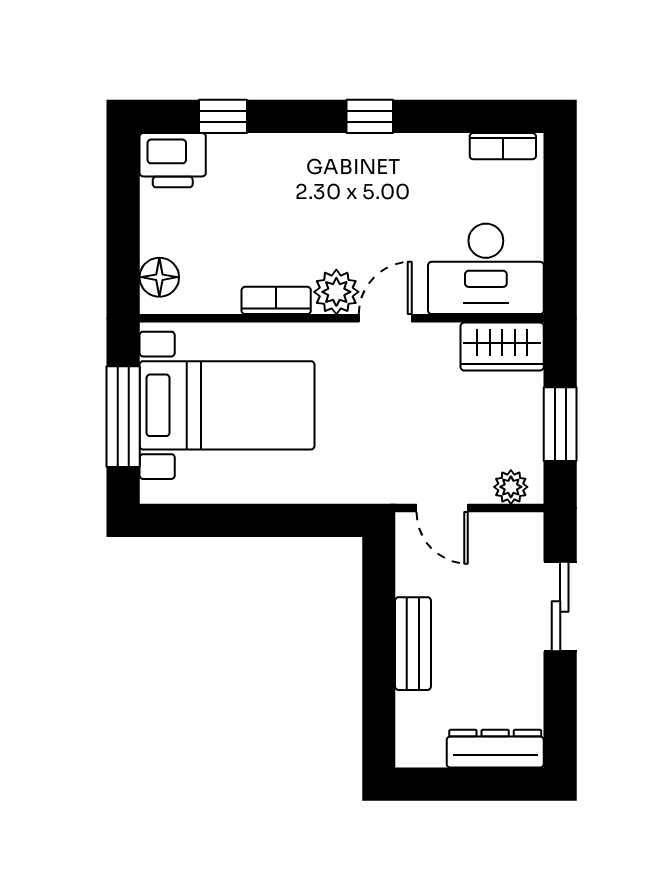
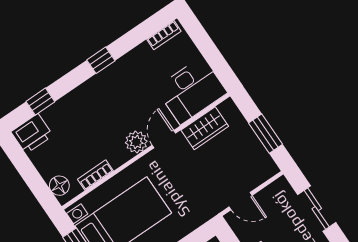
bookcase: (276, 300) -> (95, 175), moved
wardrobe: (502, 347) -> (205, 128), moved
plant: (511, 487) -> (263, 173), removed

